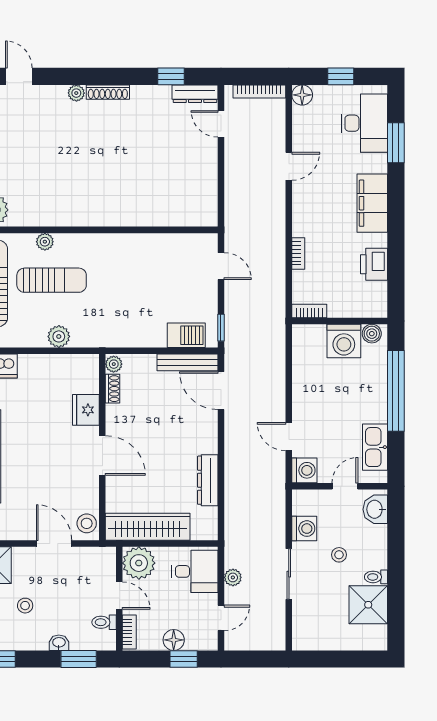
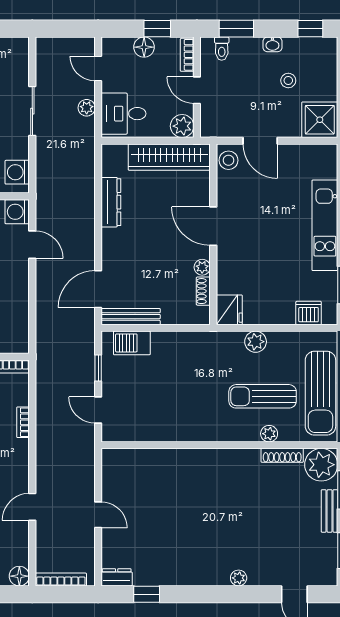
shoe rack: (108, 92) -> (282, 455), moved, turned 180
dresser: (195, 94) -> (117, 577), width x0.70
door: (221, 124) -> (98, 515), moved
window: (221, 328) -> (98, 368), moved
plant: (114, 364) -> (202, 267), moved
door: (221, 391) -> (98, 289), swing flipped
fridge: (86, 410) -> (229, 310), moved
washing machine: (304, 529) -> (17, 172), moved
plant: (139, 563) -> (182, 126), width x0.73, depth x0.73
door: (221, 618) -> (98, 68), hinge flipped
toilet: (104, 622) -> (222, 49), moved, turned 90
washbasin: (59, 643) -> (272, 44), moved
window: (184, 659) -> (157, 29), moved

